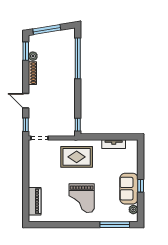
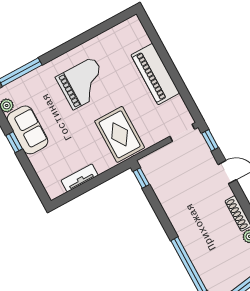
rug: (77, 157) -> (120, 134), turned 90
grand piano: (82, 198) -> (83, 83), turned 90
piano: (35, 201) -> (155, 74), moved, width x1.37, depth x1.33

